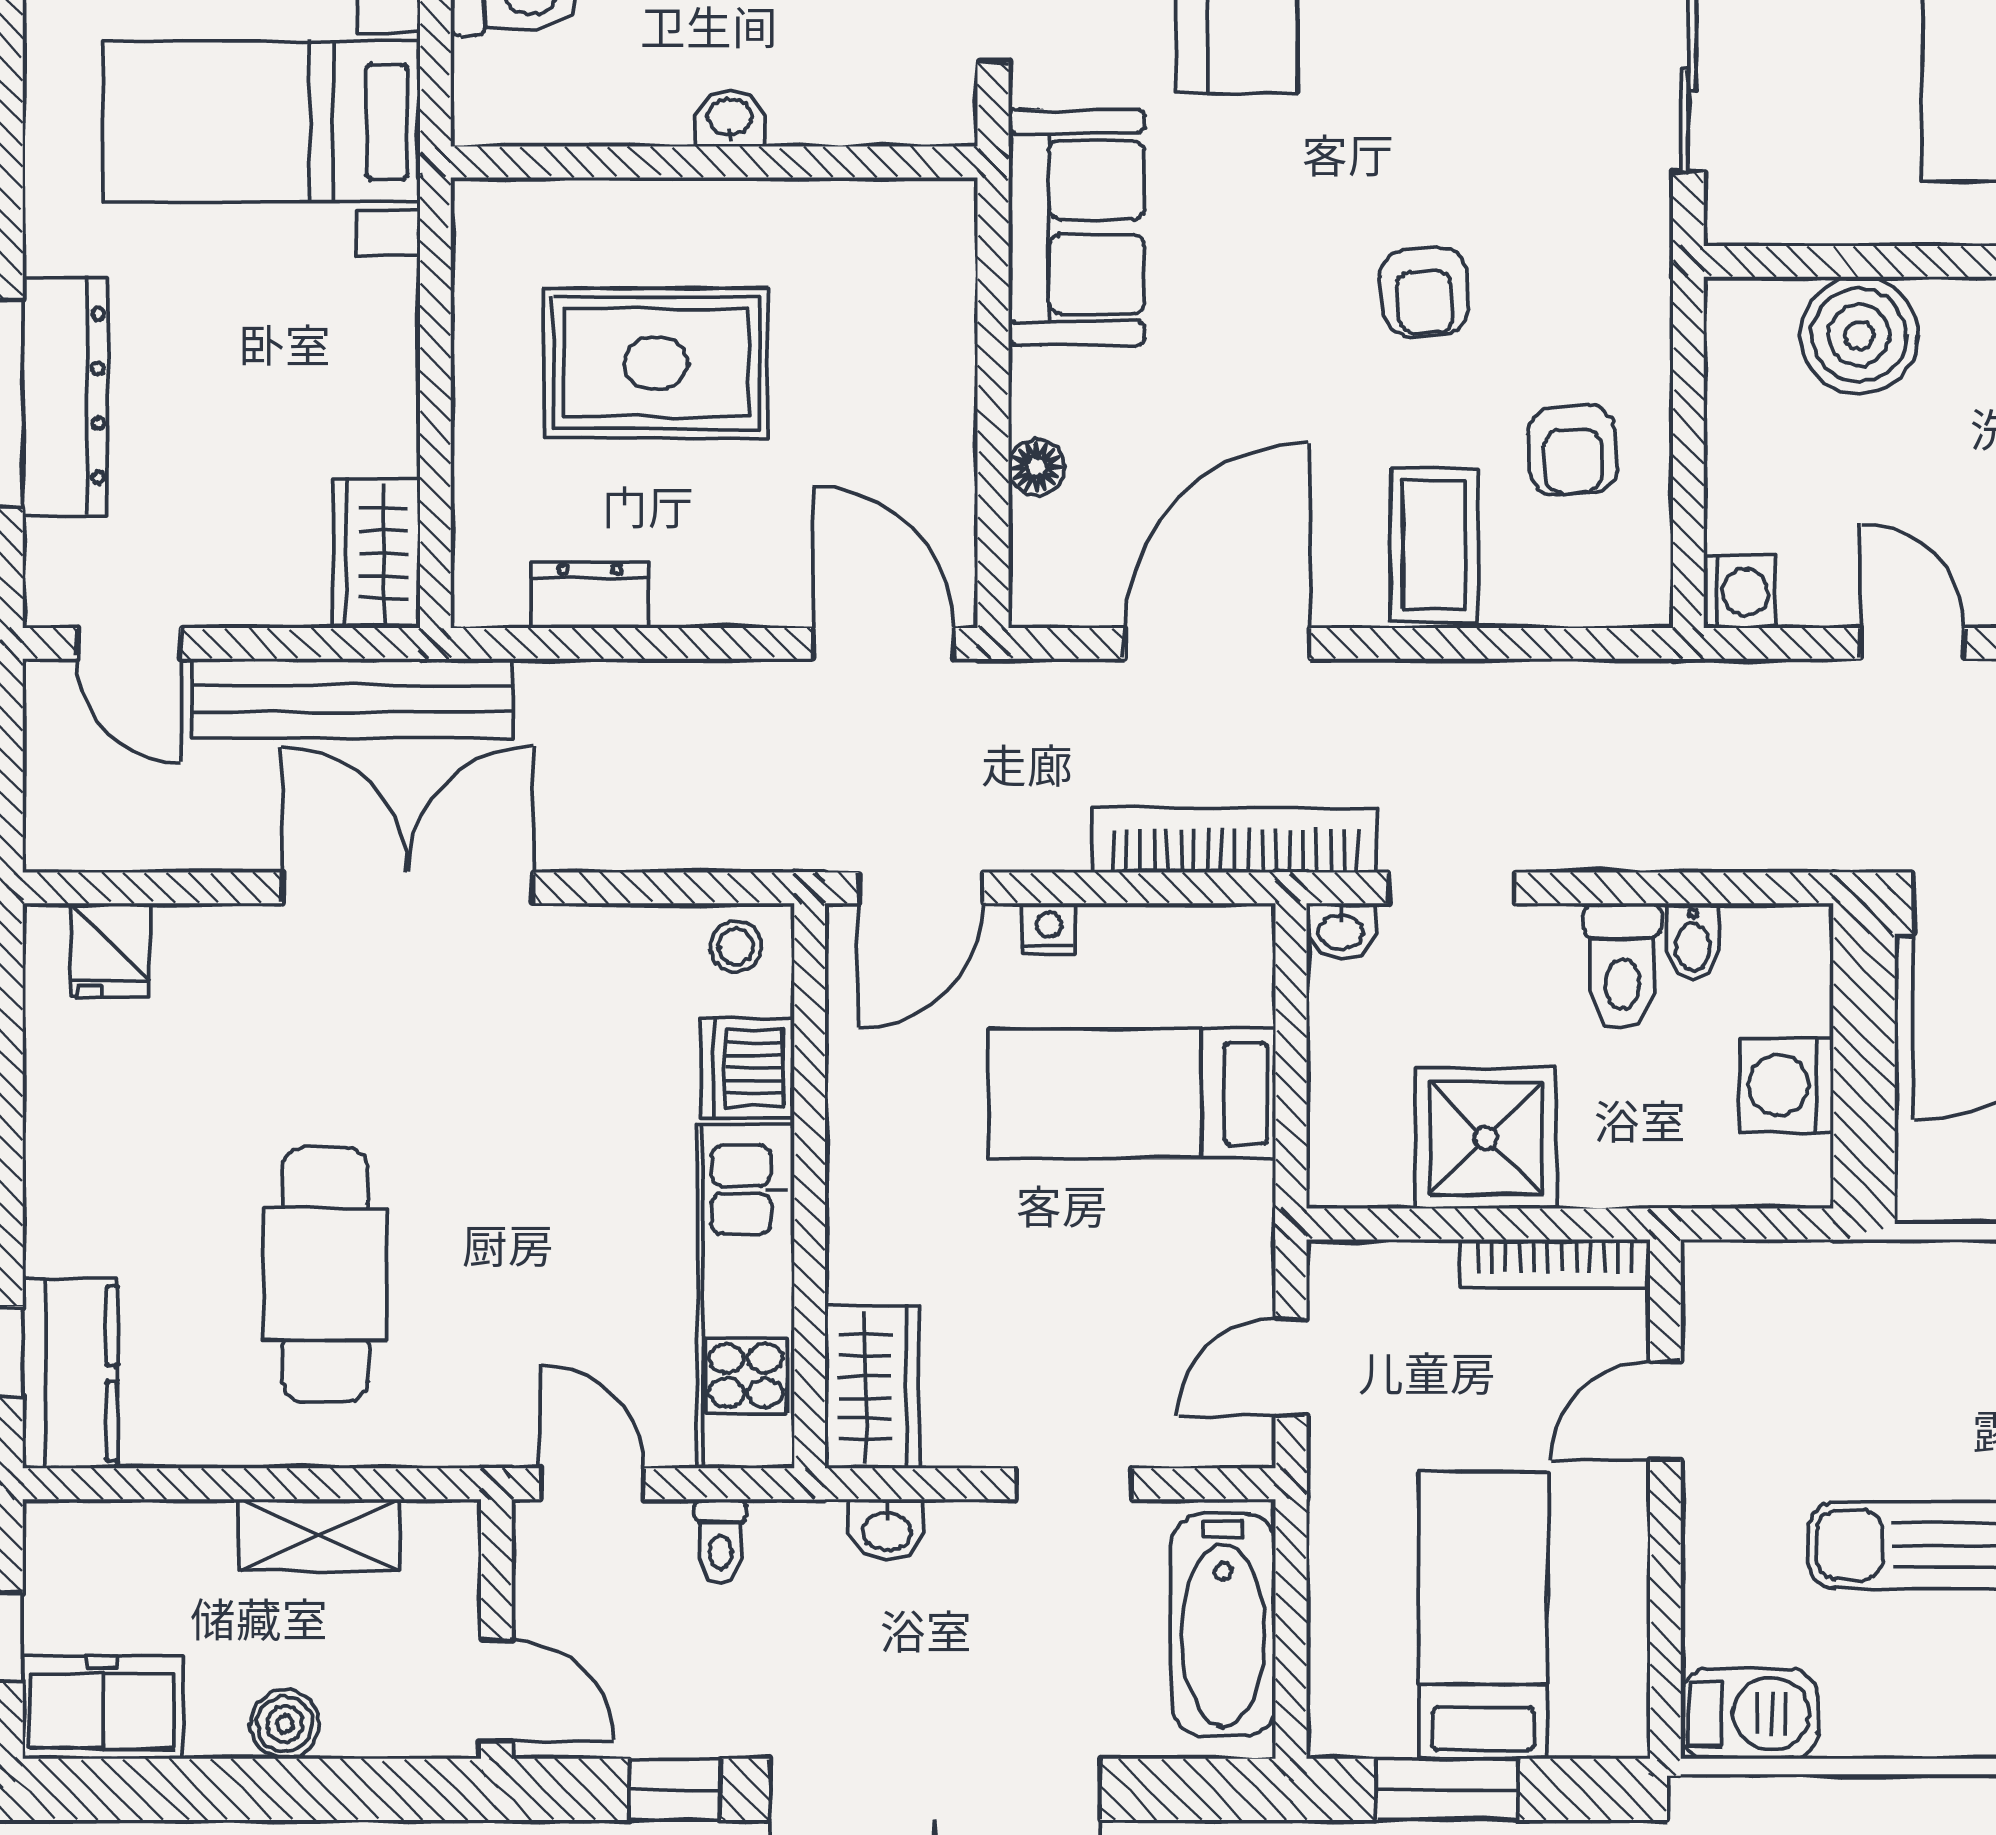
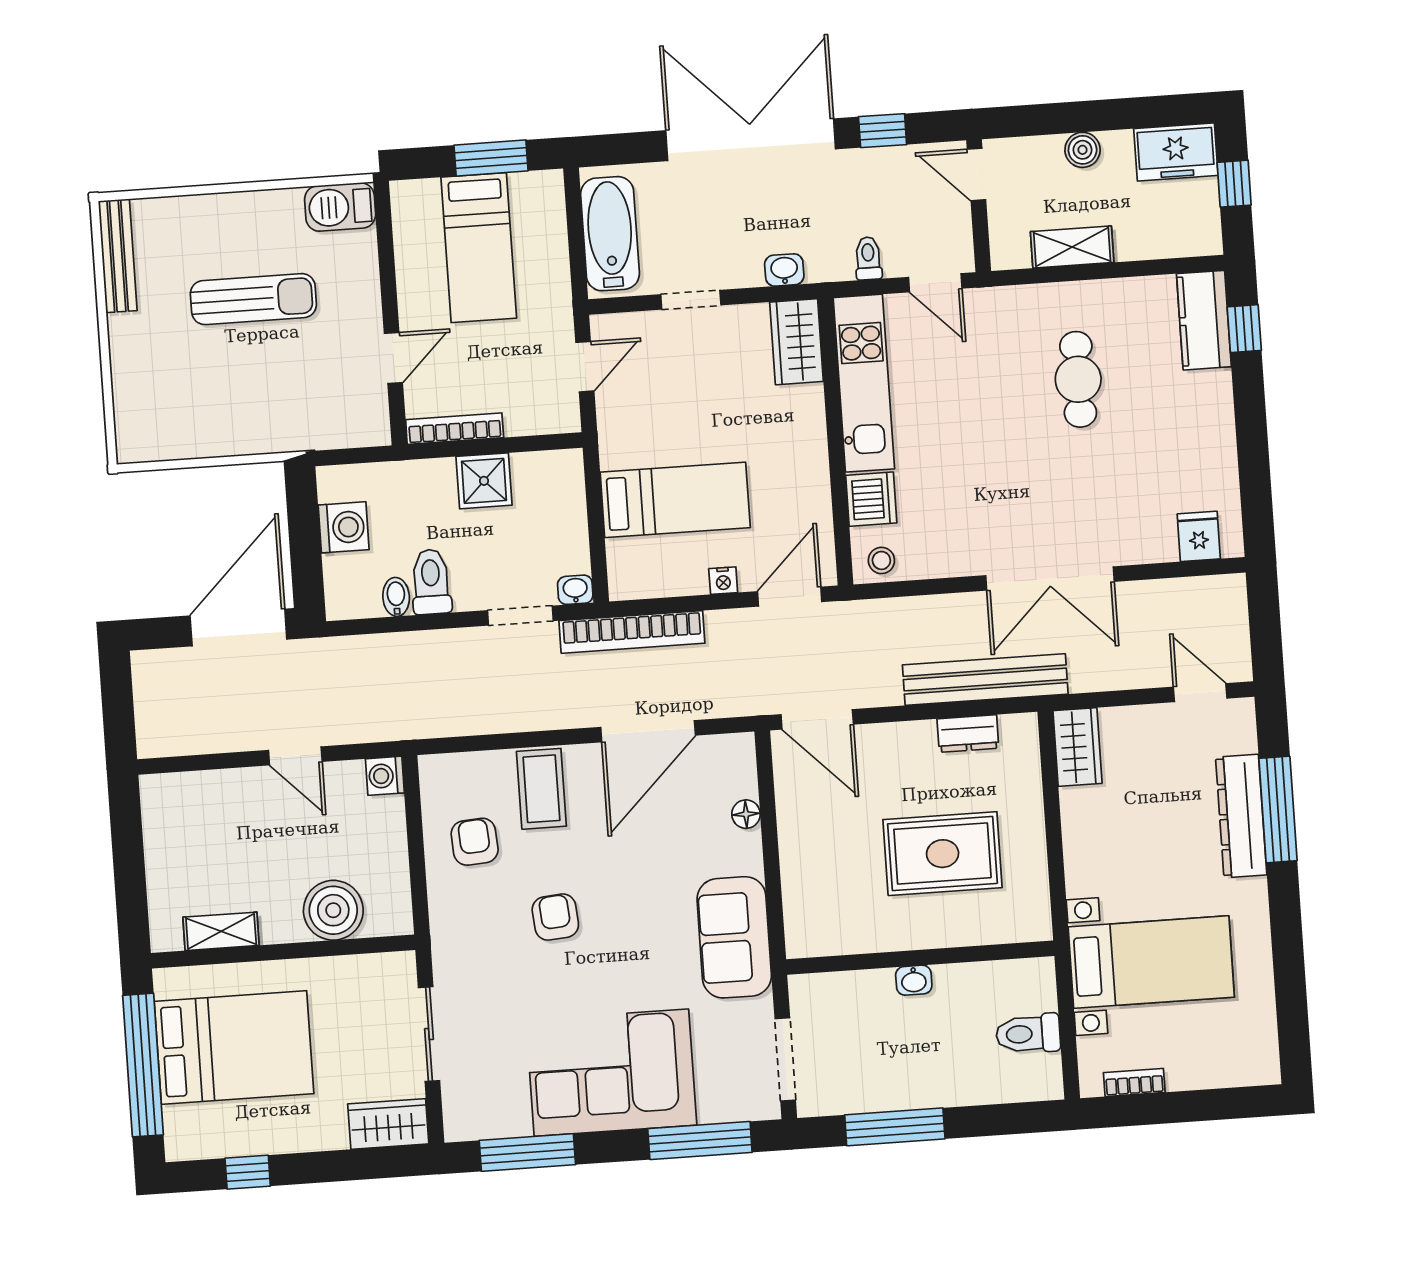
bench: (353, 699) -> (985, 679), moved
shower: (1486, 1138) -> (484, 481), width x0.73, depth x0.73
cafe table: (325, 1275) -> (1078, 379), width x0.73, depth x0.74

